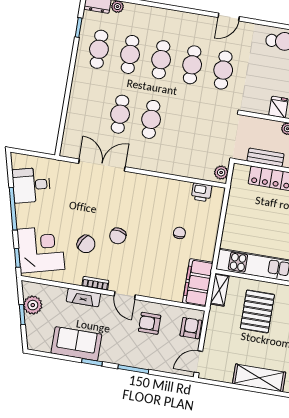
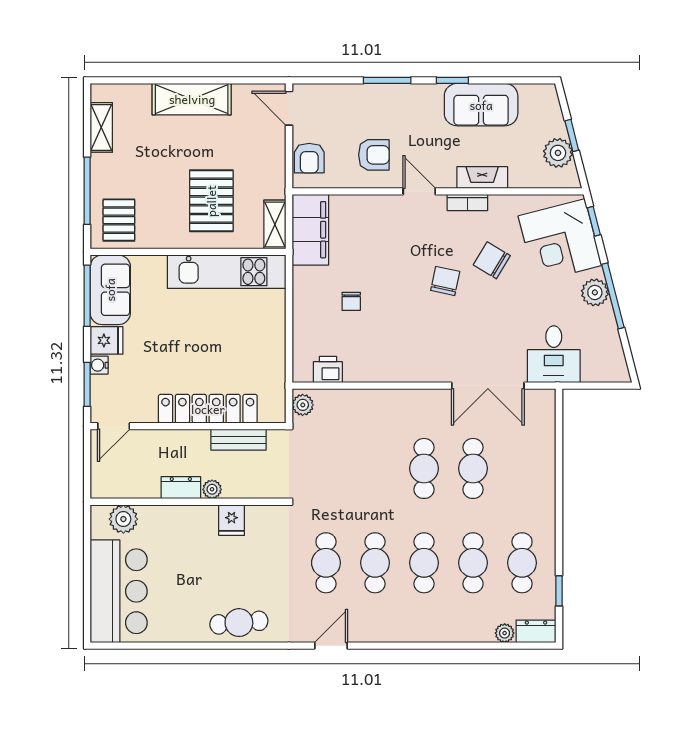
desk: (31, 185) -> (554, 354), moved, turned 104
plant: (24, 213) -> (595, 292), added
door: (198, 362) -> (289, 108), swing flipped

